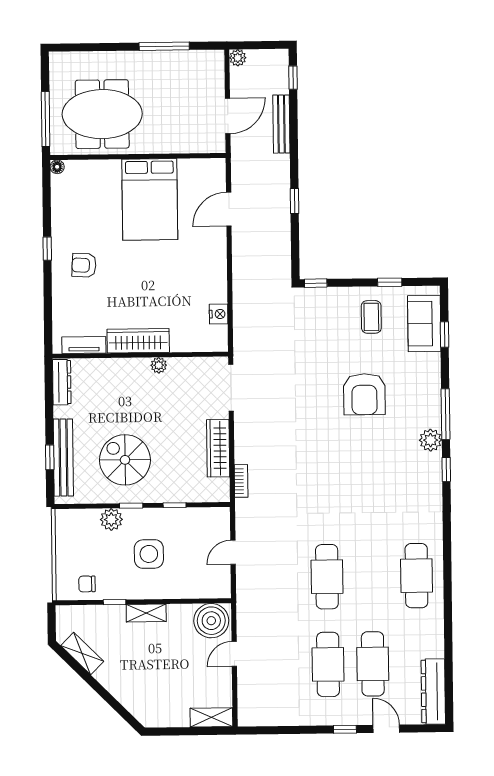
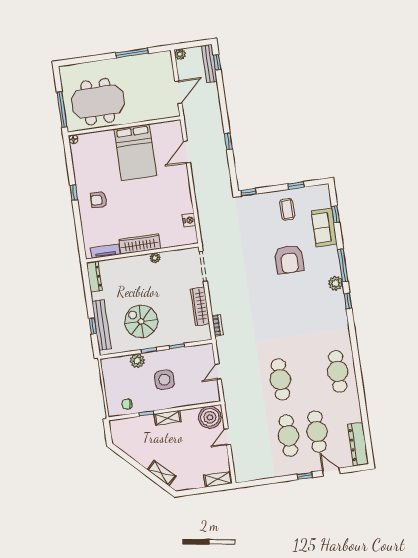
bench: (281, 124) -> (209, 64), moved
sofa: (424, 324) -> (324, 228), moved
shelving: (82, 653) -> (162, 473), moved

